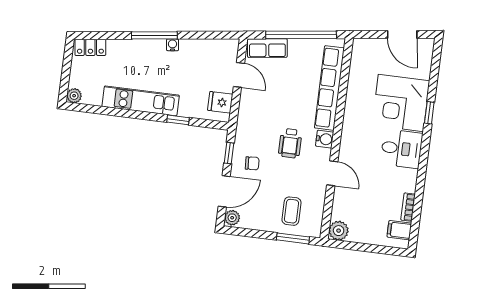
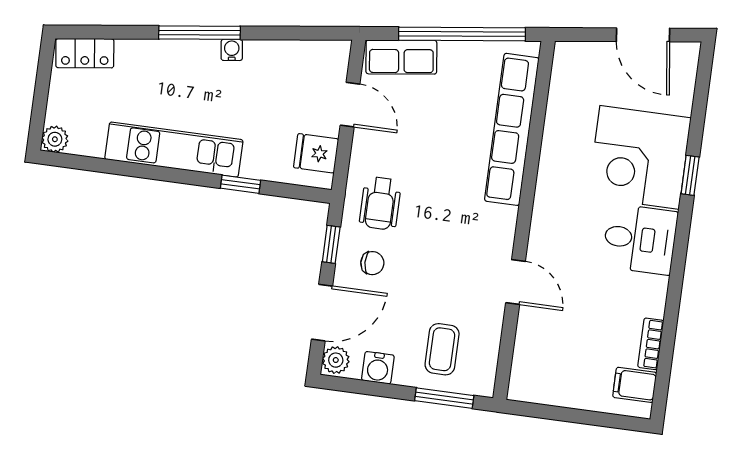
water cooler: (325, 139) -> (378, 368), moved, turned 90
wheelchair: (290, 143) -> (380, 203), moved
plant: (339, 231) -> (526, 385), removed

